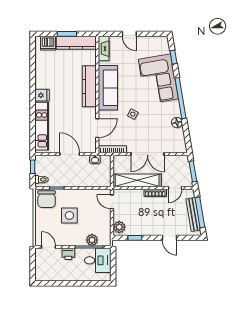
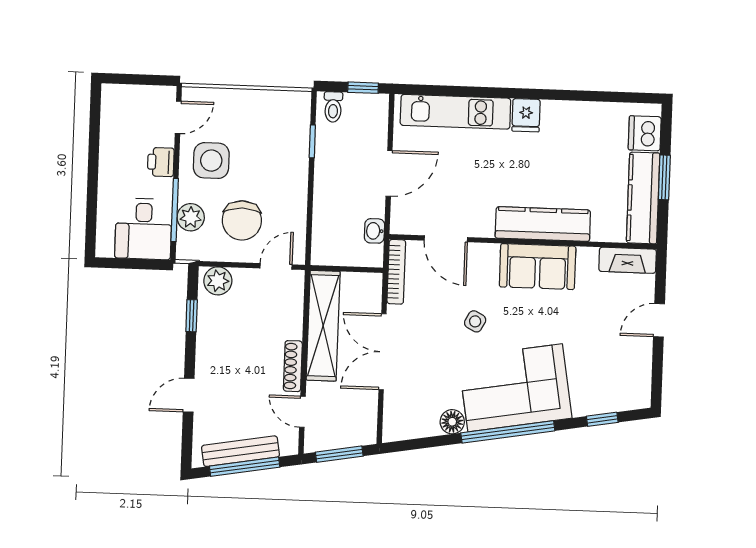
corner sofa: (158, 79) -> (515, 388), moved
sofa: (108, 88) -> (538, 267), width x0.73
chair: (47, 199) -> (242, 220), moved, turned -90
side table: (69, 215) -> (211, 161), moved

